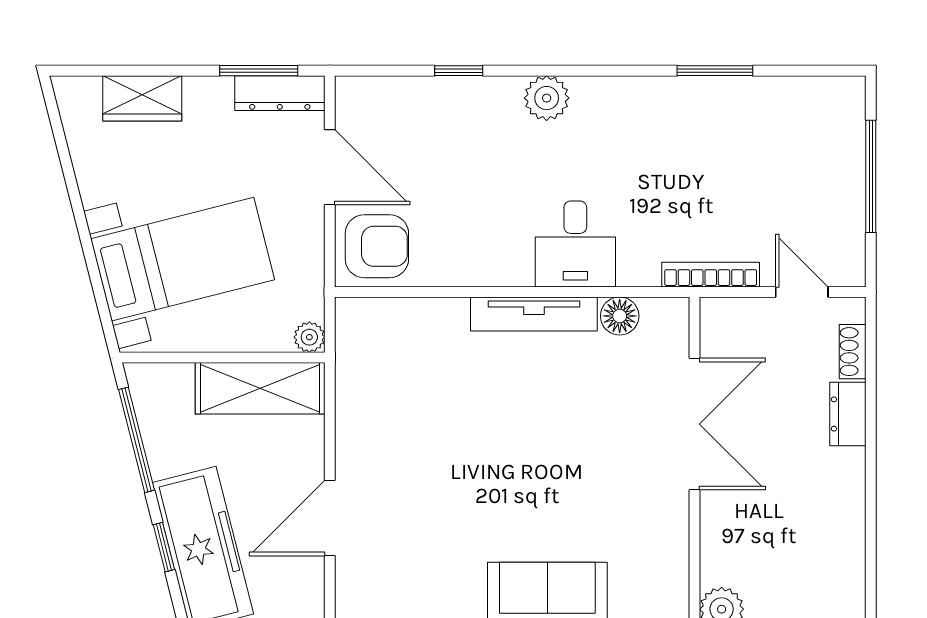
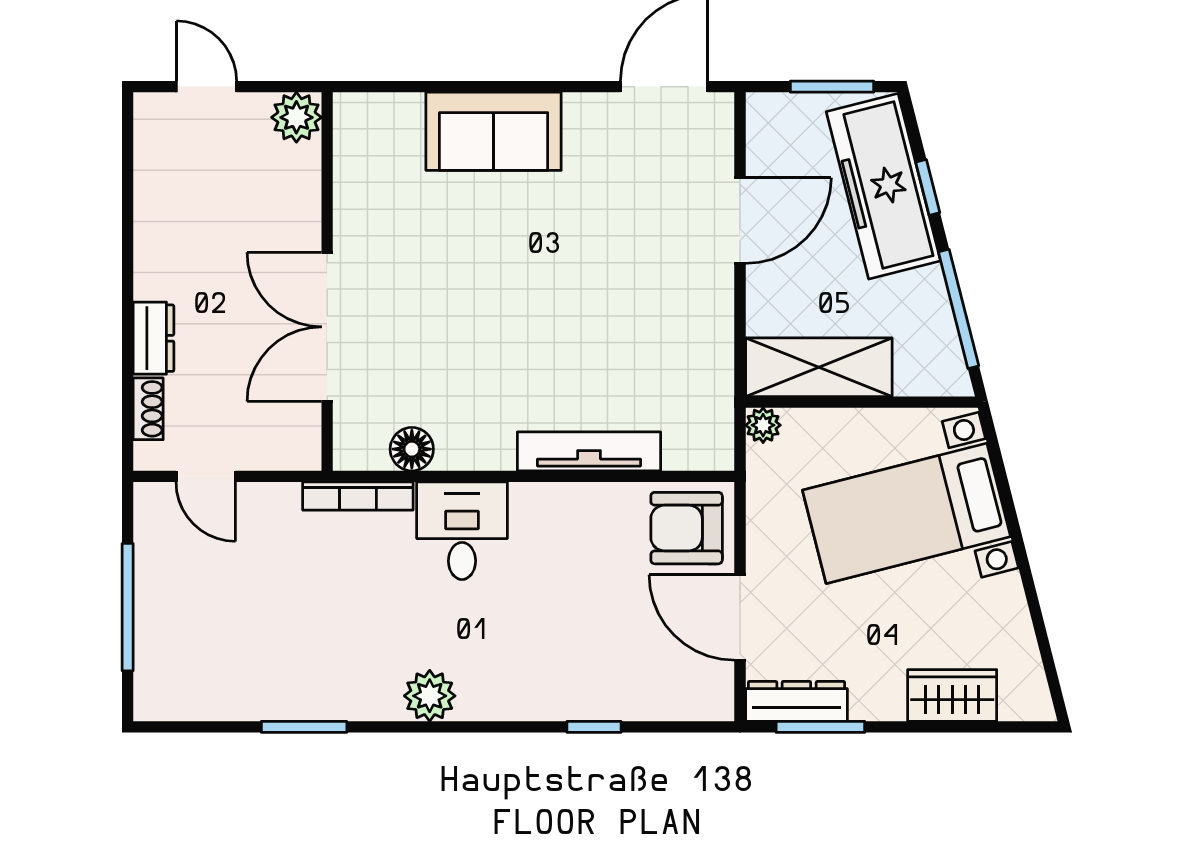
plant: (547, 98) -> (430, 696), moved
bookcase: (711, 275) -> (358, 496), moved
tv unit: (534, 314) -> (589, 451), moved

